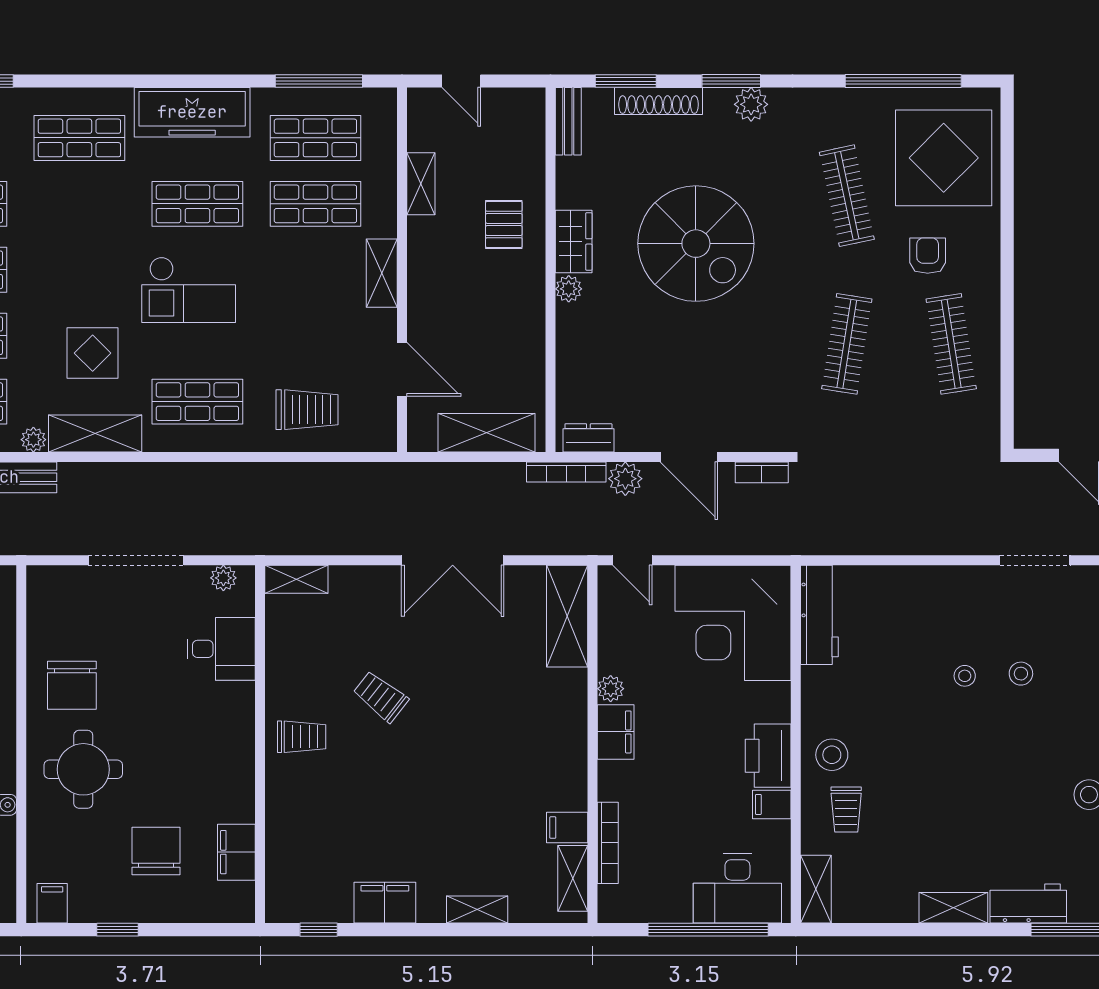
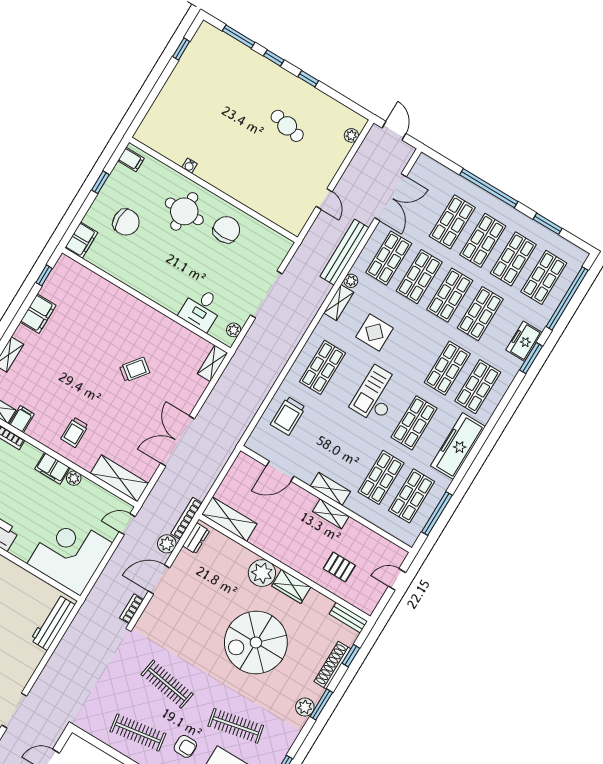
window: (626, 81) -> (351, 656), width x0.67
shelving: (421, 184) -> (331, 514), moved
shop shelf: (79, 204) -> (447, 368), added
pallet: (504, 224) -> (339, 567), moved
plant: (569, 289) -> (262, 573), width x1.88, depth x1.88
shelving: (95, 433) -> (339, 303), width x0.67, depth x0.75
shelving: (486, 433) -> (229, 519), moved, turned 90
workbench: (819, 615) -> (53, 622), moved, turned 90
chair: (72, 685) -> (226, 230), turned 90
trolley: (302, 737) -> (75, 432), moved
filing cabinet: (236, 852) -> (81, 240), moved, turned 90

